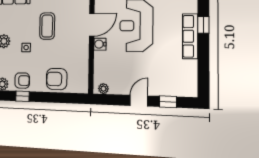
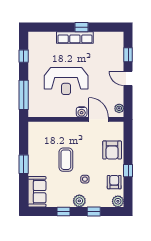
door: (92, 25) -> (99, 119), moved
window: (203, 25) -> (81, 27), moved
coffee table: (47, 26) -> (66, 160), turned 90
window: (22, 96) -> (128, 171), moved

